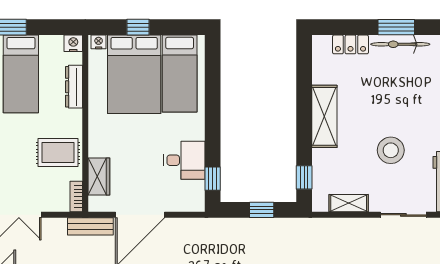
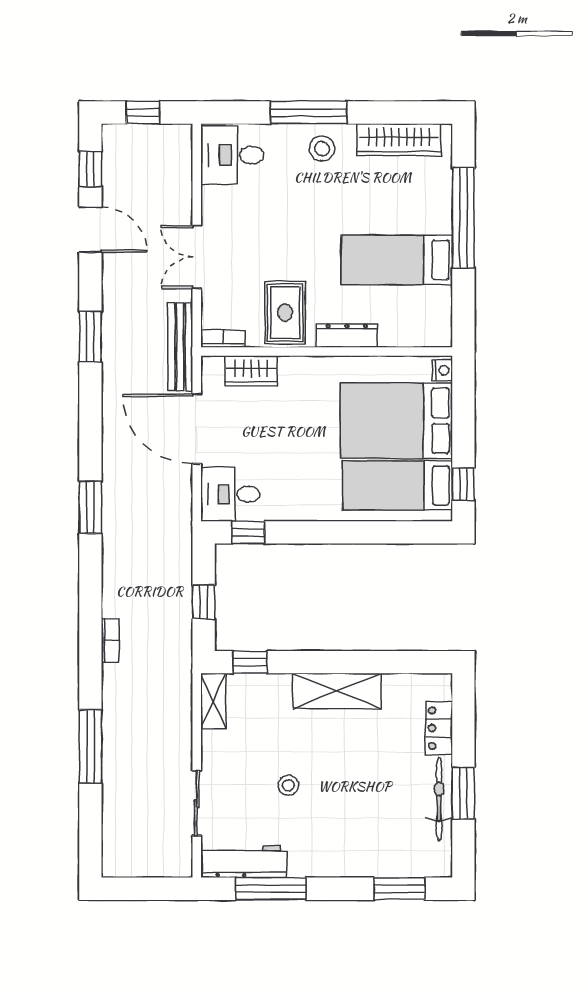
window: (138, 27) -> (463, 484), moved
nightstand: (73, 43) -> (440, 334), removed
dresser: (74, 87) -> (347, 335), moved
stool: (391, 150) -> (288, 785), width x0.53, depth x0.53
desk: (184, 160) -> (230, 494), moved, turned 90
shelving: (349, 203) -> (213, 701), moved
bench: (90, 226) -> (180, 347), width x1.36

